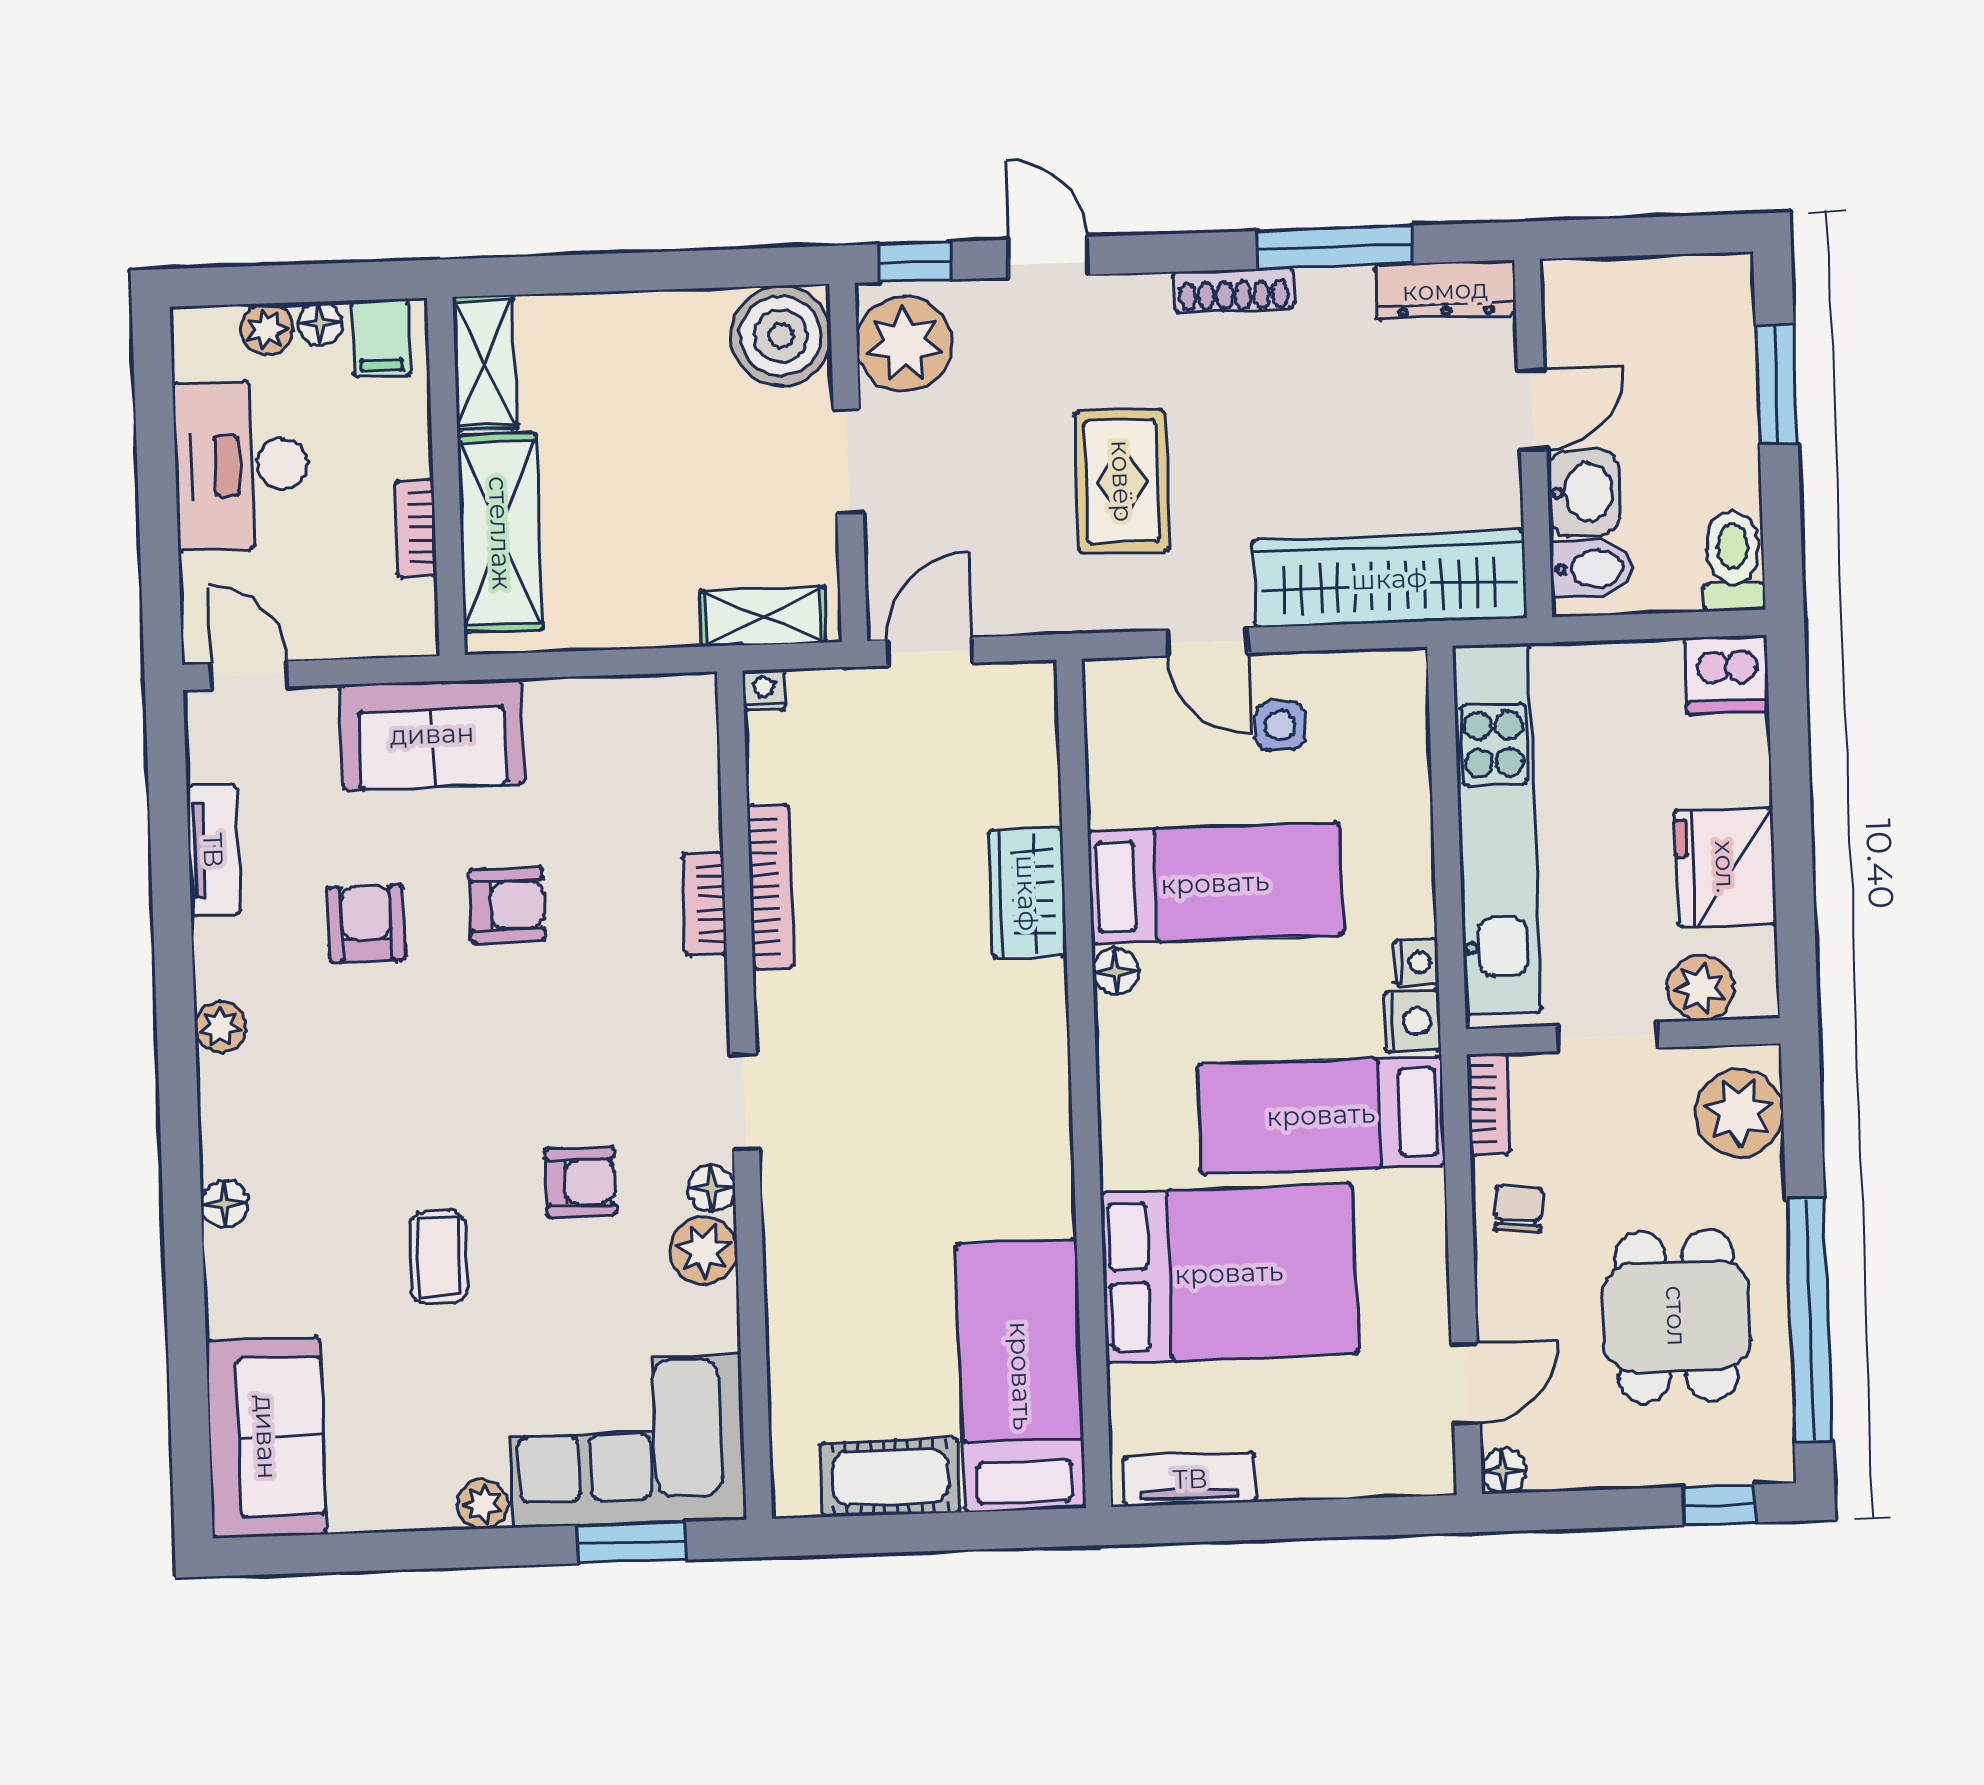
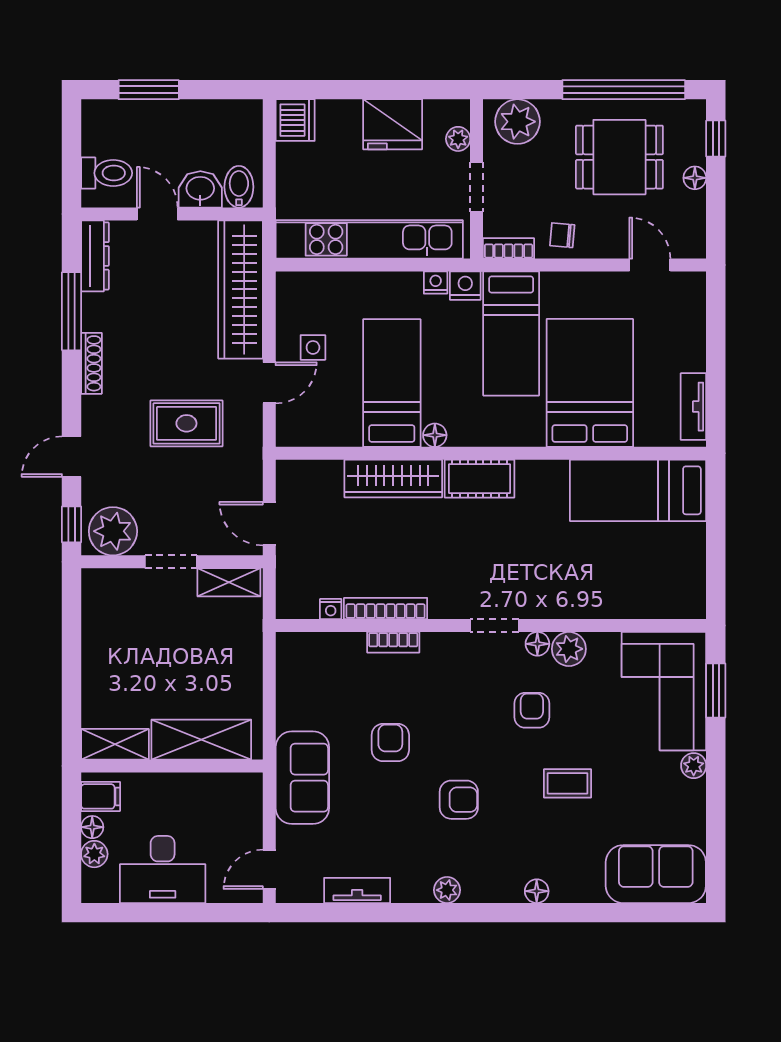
boiler: (781, 336) -> (107, 594), removed
bookcase: (416, 528) -> (198, 782), removed
toilet: (1733, 560) -> (107, 173), moved, turned 180
shelving: (763, 617) -> (229, 582), moved, turned 90
nightstand: (764, 690) -> (331, 609), moved, turned -90
wardrobe: (1027, 893) -> (393, 479), width x1.50
armchair: (366, 923) -> (459, 800), moved, turned 180
plant: (1701, 988) -> (458, 139), width x0.73, depth x0.73
floor lamp: (1504, 1471) -> (695, 178), moved
cot: (890, 1477) -> (480, 479), moved, turned 90

